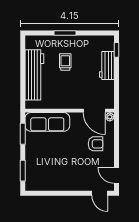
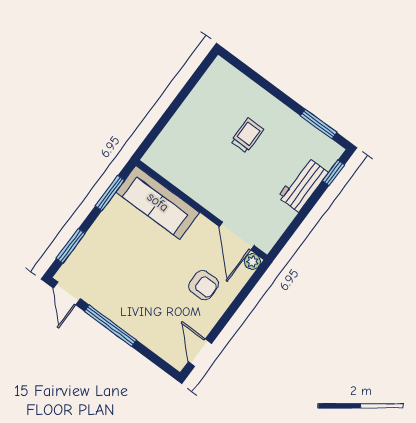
window: (65, 33) -> (319, 124), moved
workbench: (34, 75) -> (189, 121), removed
window: (67, 193) -> (110, 326), added
door: (100, 193) -> (67, 293), moved

